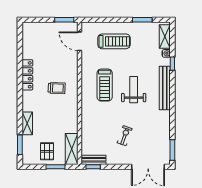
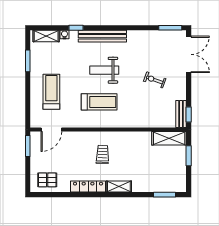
shelving: (27, 123) -> (119, 187), moved
pallet: (47, 151) -> (47, 180), moved

